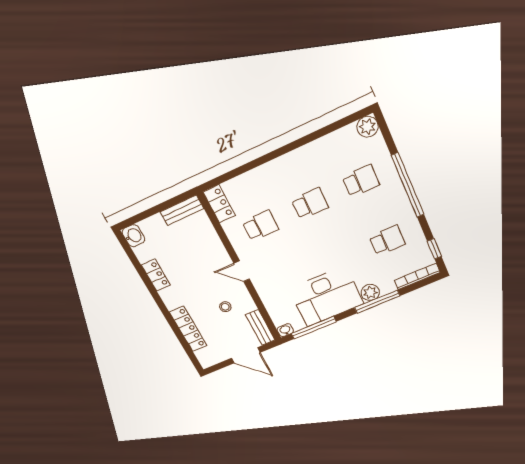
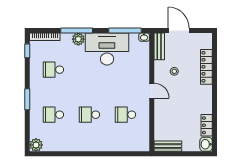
window: (408, 185) -> (27, 99), width x0.47
locker: (219, 204) -> (143, 140), removed
locker: (156, 275) -> (207, 125), moved

